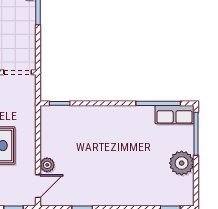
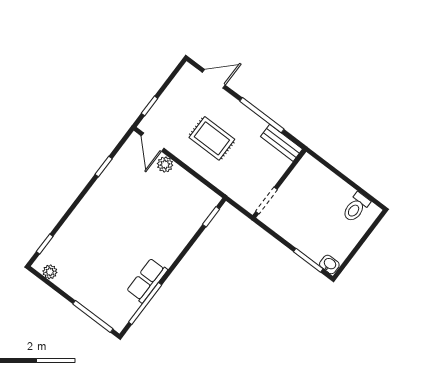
row of seats: (175, 115) -> (147, 280), moved
plant: (182, 163) -> (50, 272), moved, width x0.53, depth x0.53

